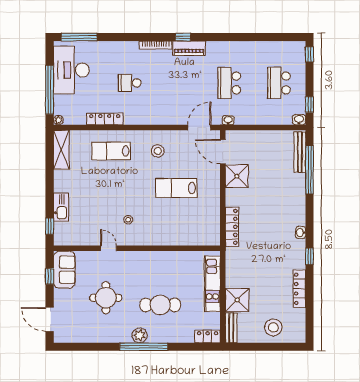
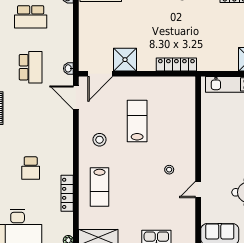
school desk: (229, 83) -> (31, 67), turned -90
lab bench: (176, 188) -> (137, 121), turned 180

